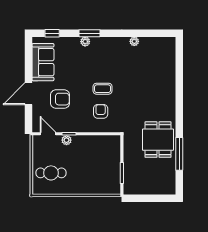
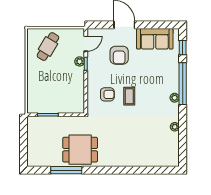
window: (89, 33) -> (183, 84), width x2.11
plant: (85, 42) -> (175, 98), moved
cafe table: (51, 173) -> (48, 47), turned 31

